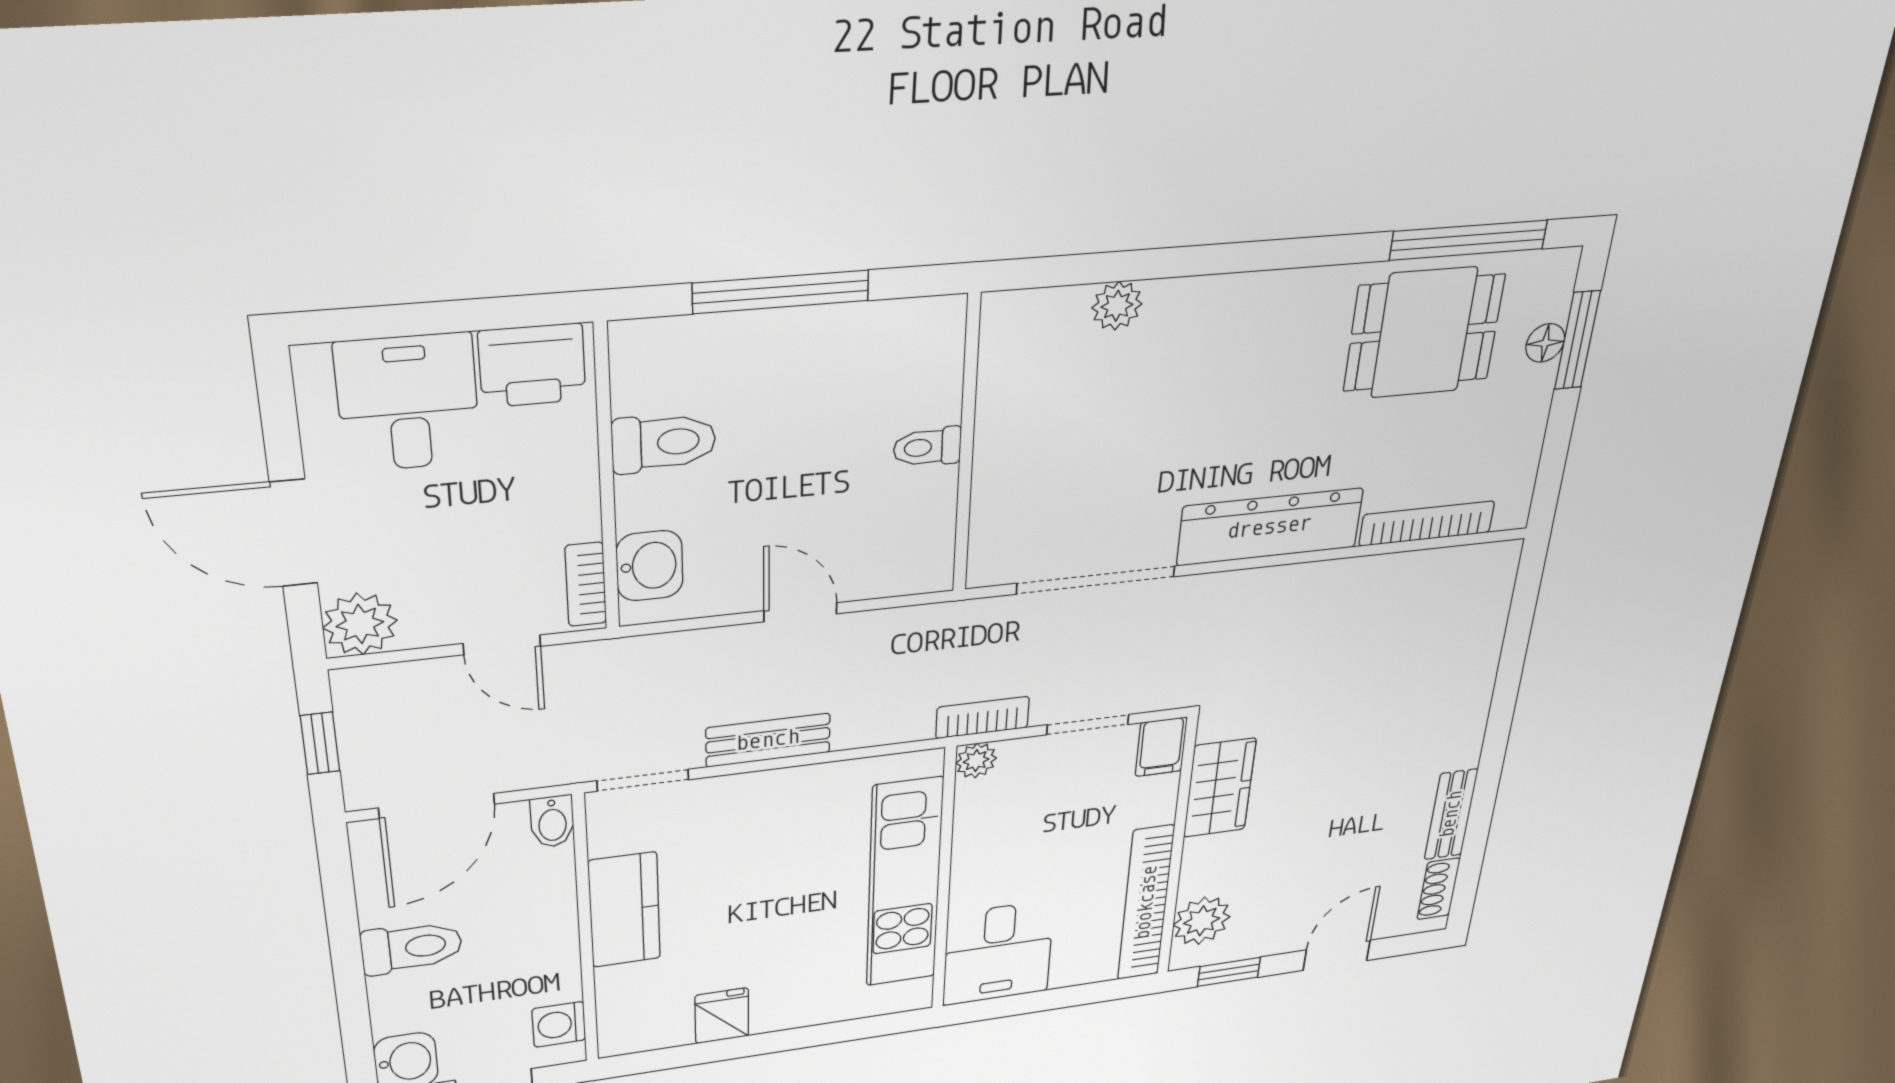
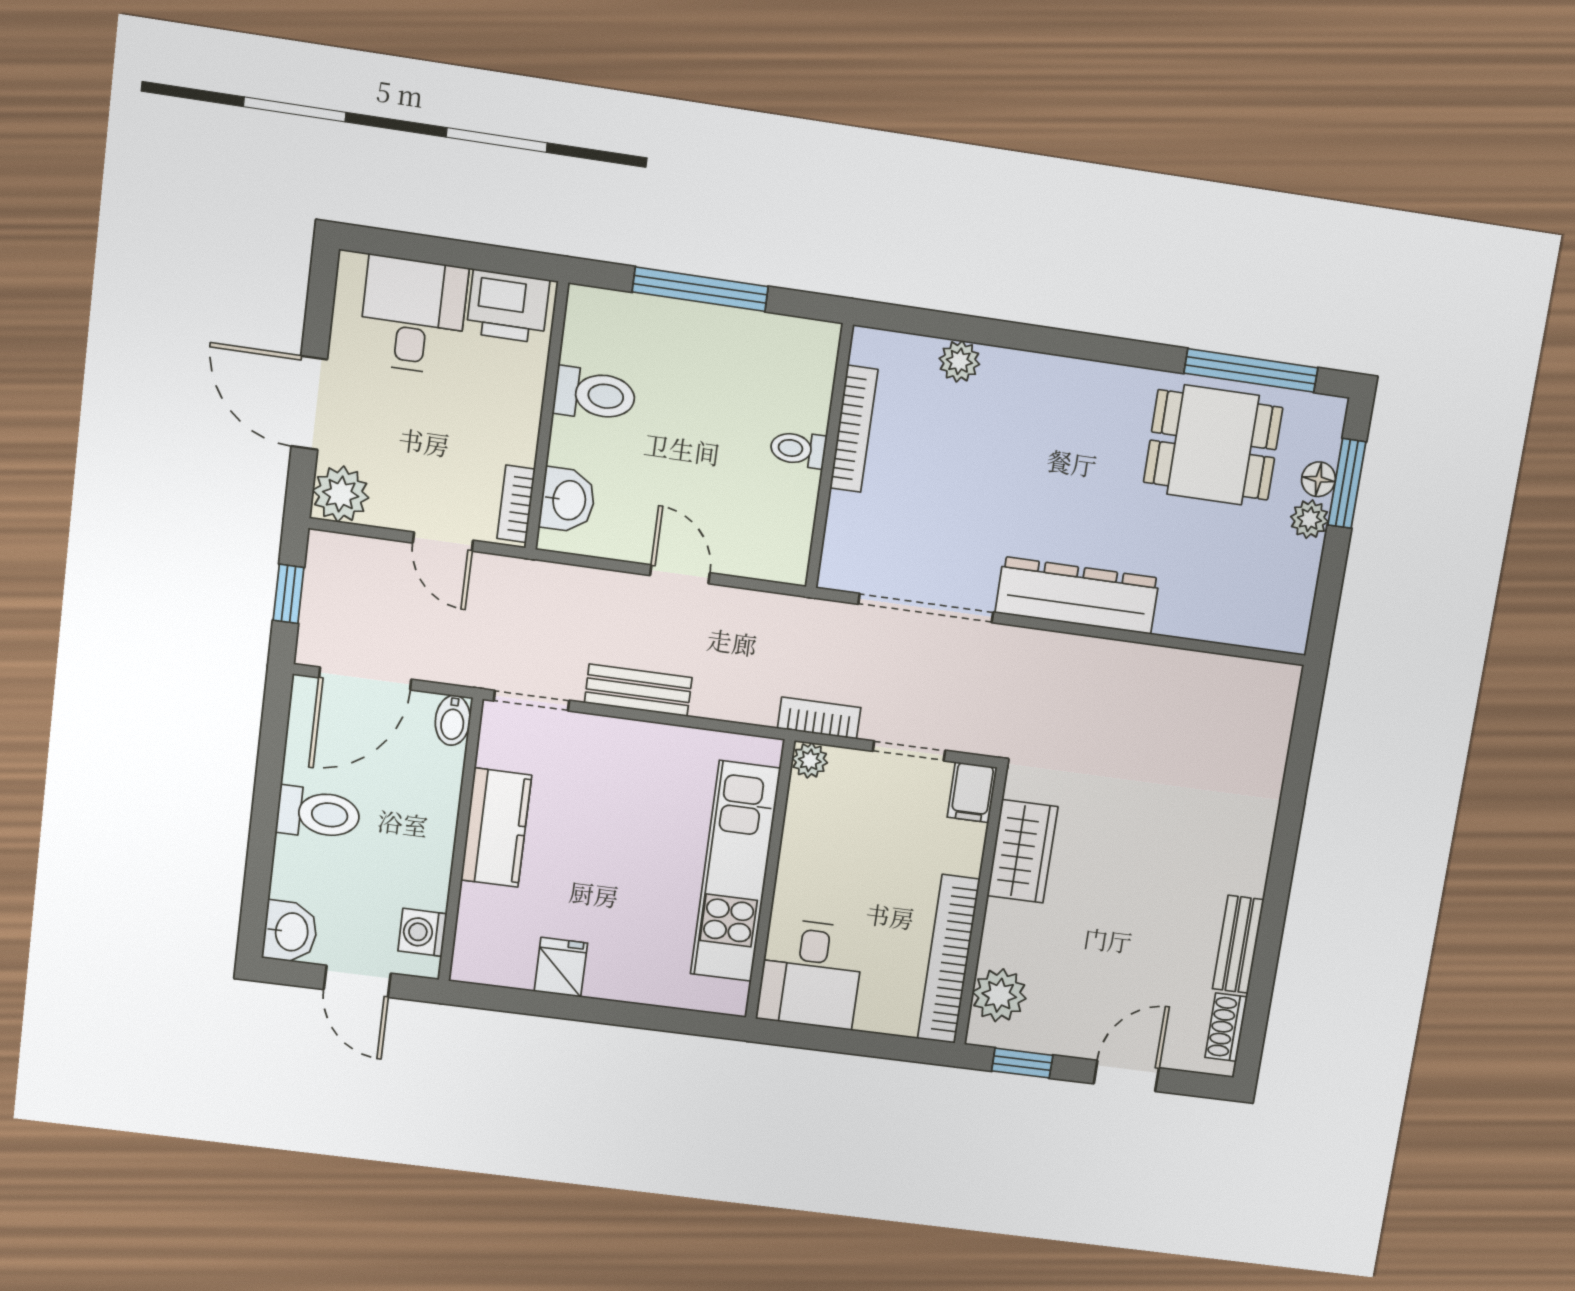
plant: (1534, 388) -> (1309, 519), added
bookcase: (1427, 524) -> (854, 429), moved, turned 90

